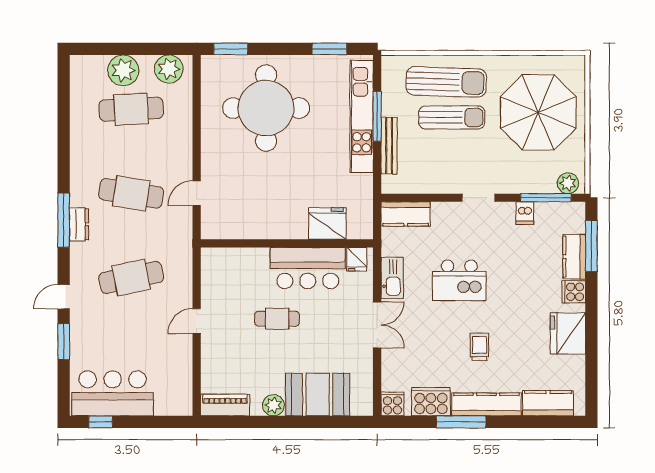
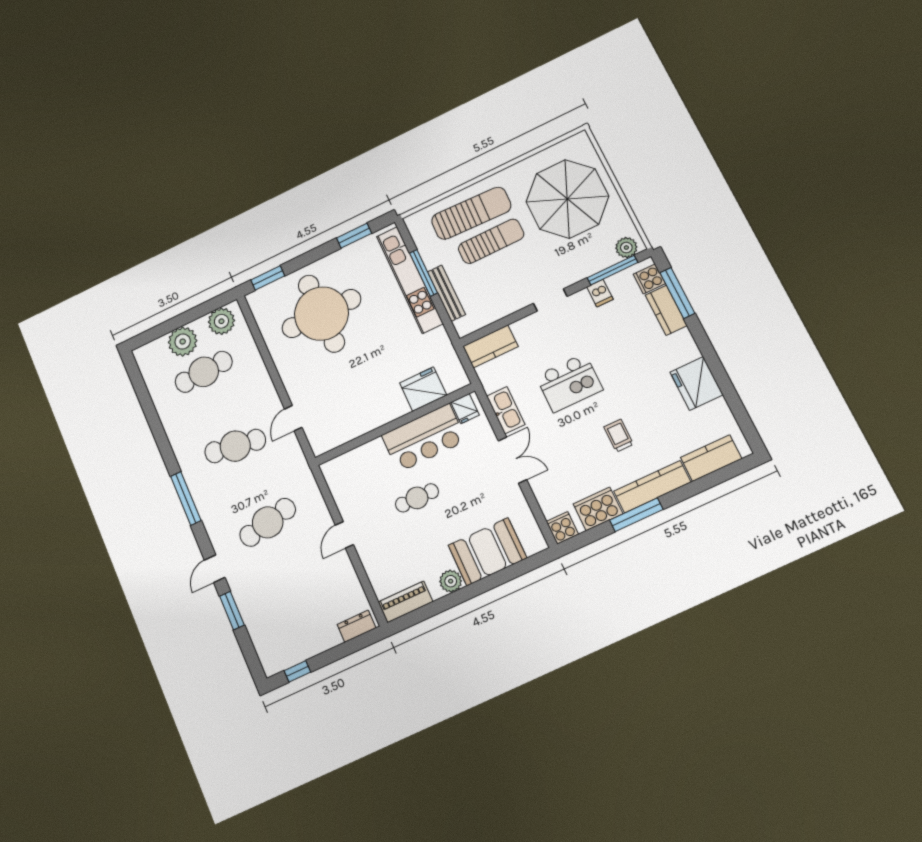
dresser: (79, 224) -> (357, 626), moved, turned -90
cooker: (574, 292) -> (649, 279), moved
bar counter: (113, 393) -> (297, 639), removed

